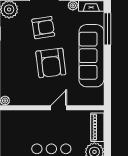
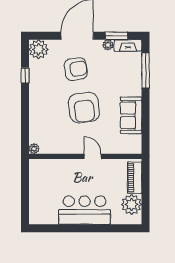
sofa: (91, 56) -> (131, 115), width x0.54, depth x0.79
door: (59, 108) -> (93, 156), hinge flipped

